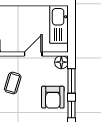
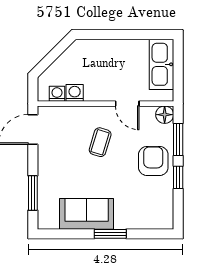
door: (33, 54) -> (127, 104), swing flipped
armchair: (53, 97) -> (153, 161), turned 180

